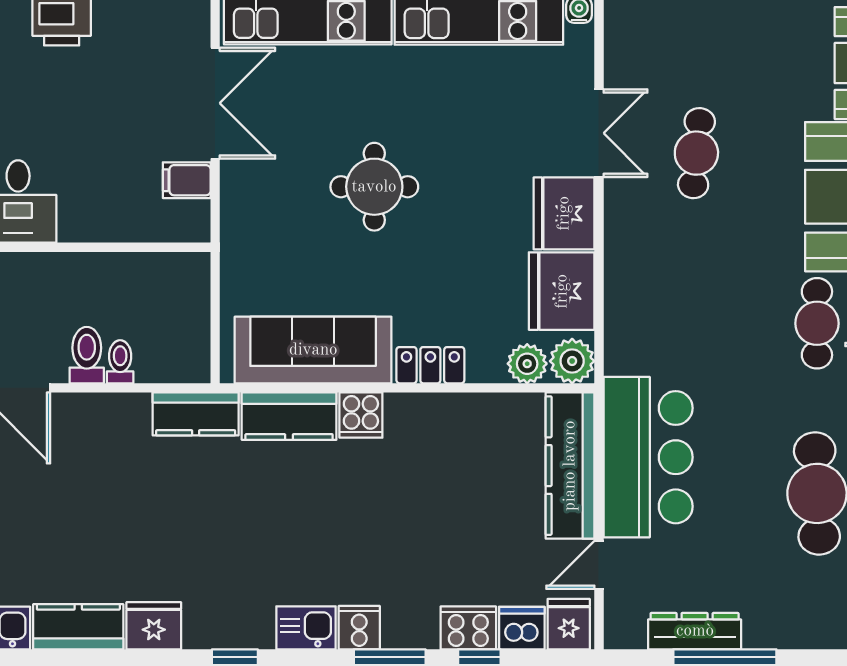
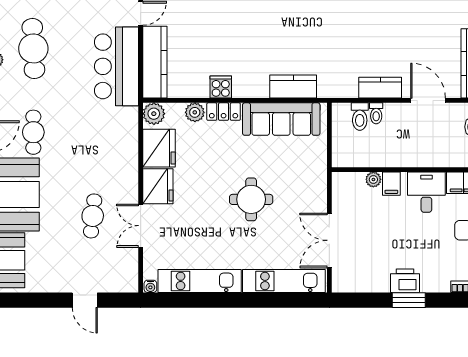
filing cabinet: (187, 180) -> (391, 184), moved, turned 90
plant: (126, 227) -> (373, 179), added
toilet: (87, 355) -> (360, 117), moved
plant: (527, 364) -> (195, 112), moved
kitchen counter: (196, 414) -> (380, 88), moved
cooker: (361, 415) -> (221, 87), moved

